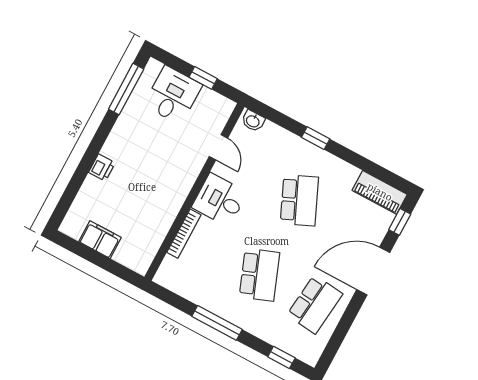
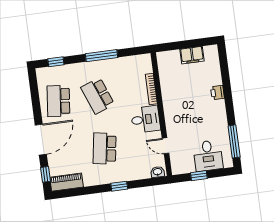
school desk: (299, 200) -> (105, 149), turned 33

